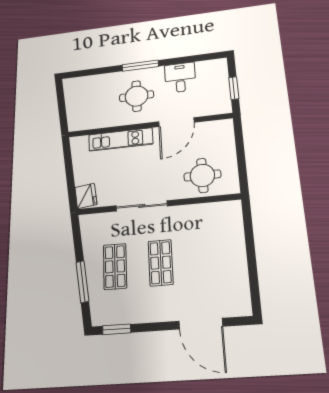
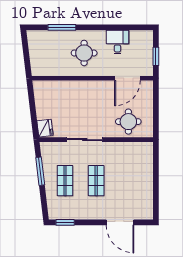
window: (140, 66) -> (62, 27), moved
door: (176, 122) -> (127, 78), moved
kitchen unit: (121, 139) -> (71, 87), removed
window: (82, 282) -> (40, 171), moved

